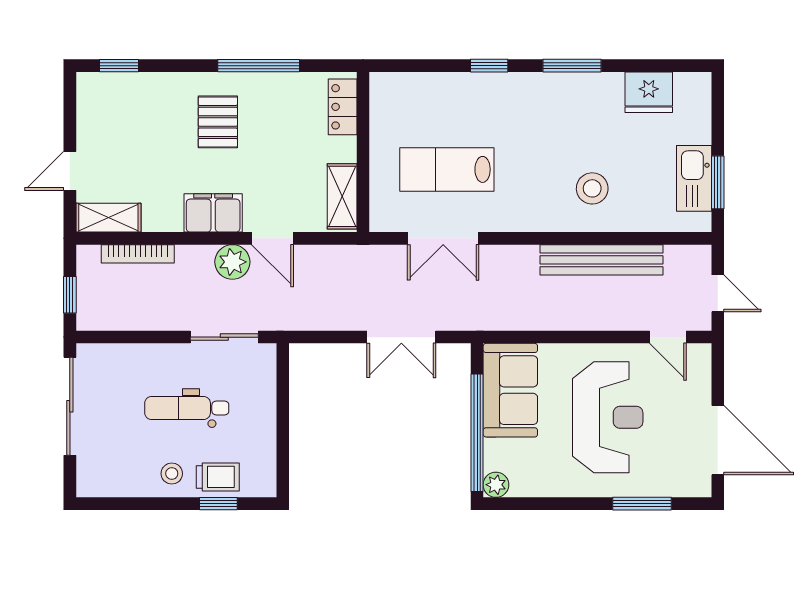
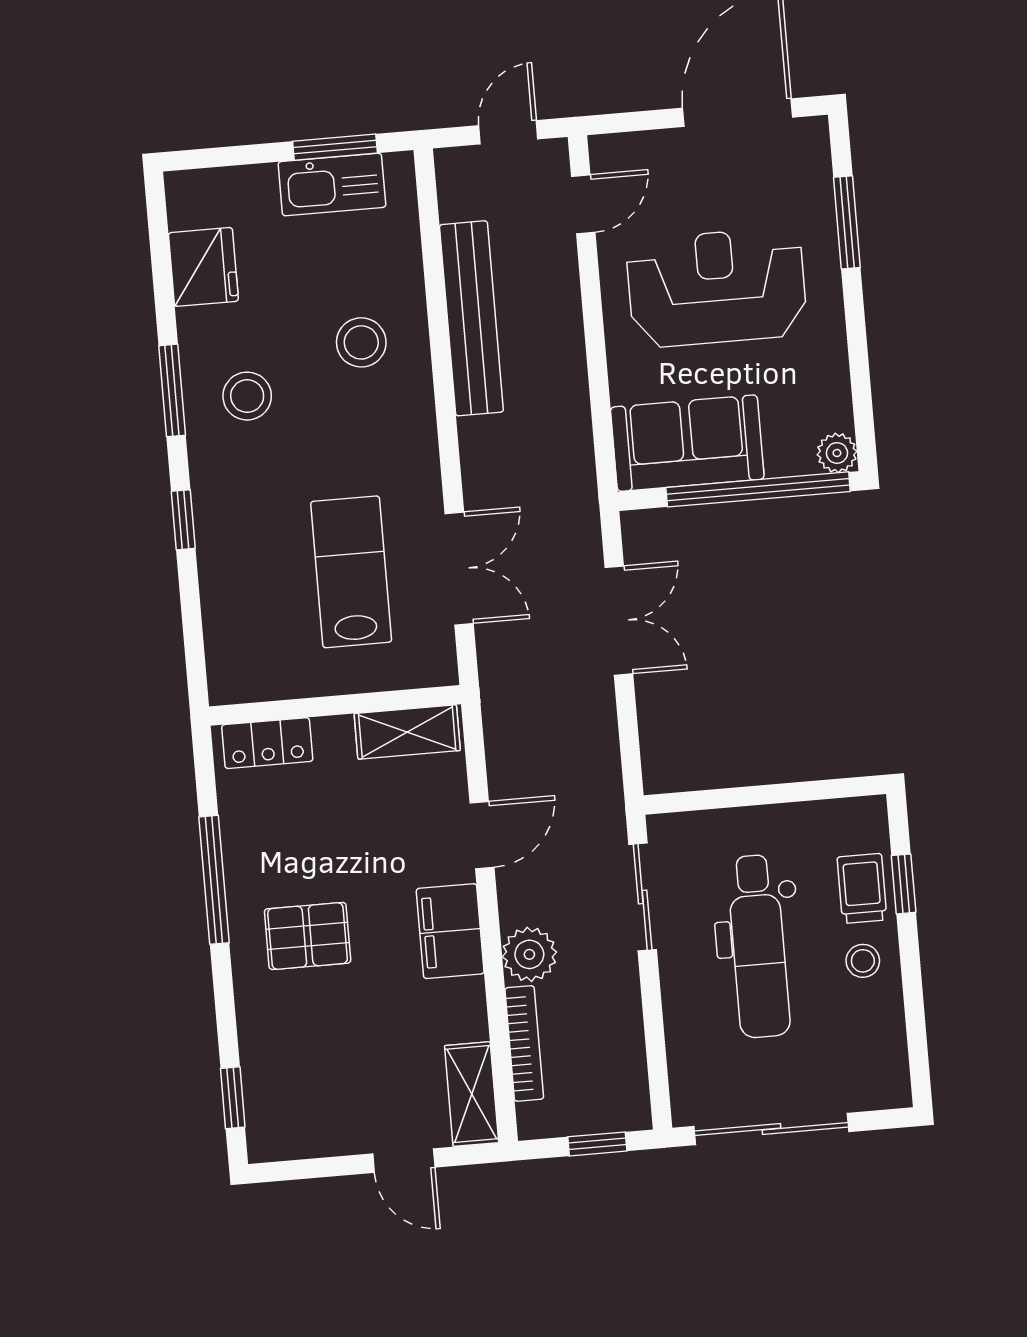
stool: (564, 113) -> (247, 396), added
lab bench: (447, 169) -> (351, 572), turned 180
plant: (232, 262) -> (529, 954), moved
dental chair: (187, 408) -> (758, 946), width x1.36, depth x1.38

